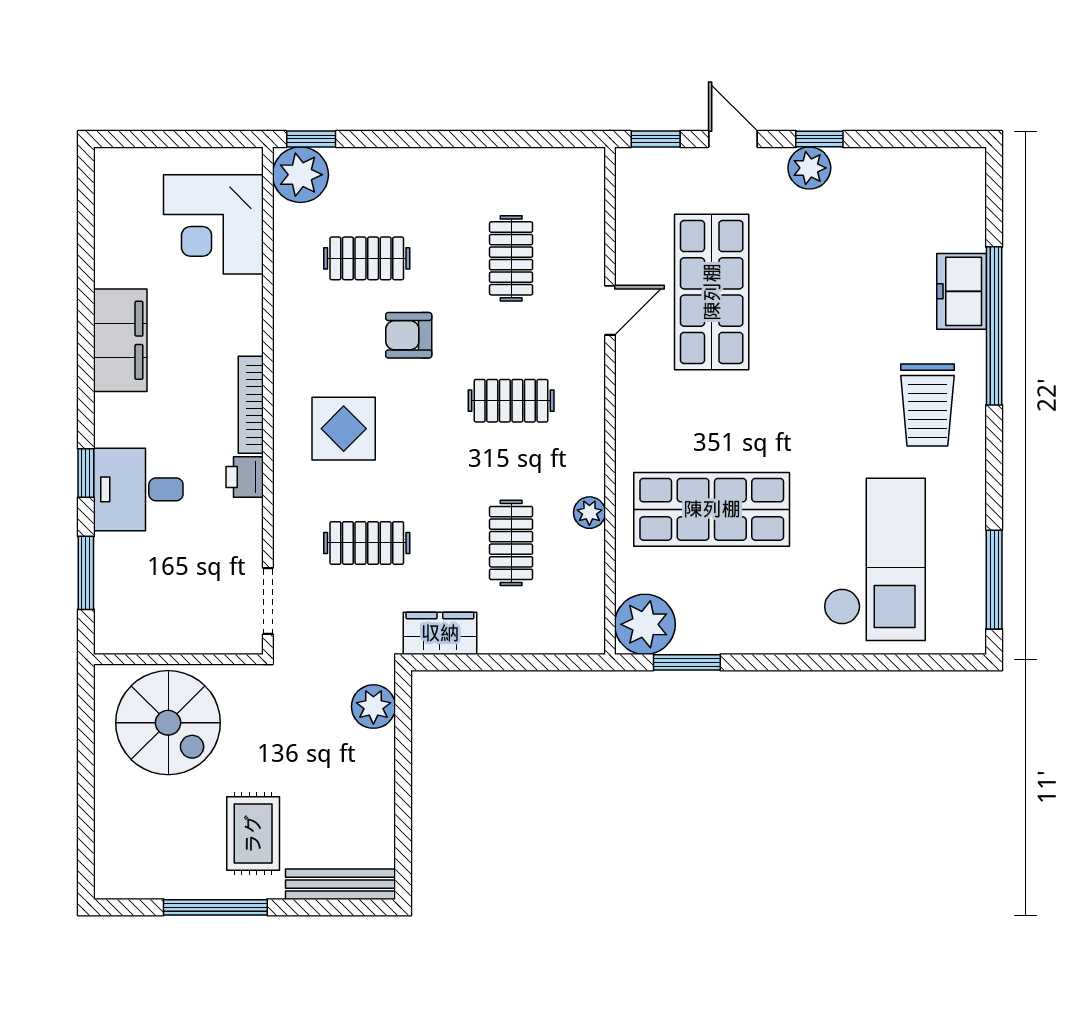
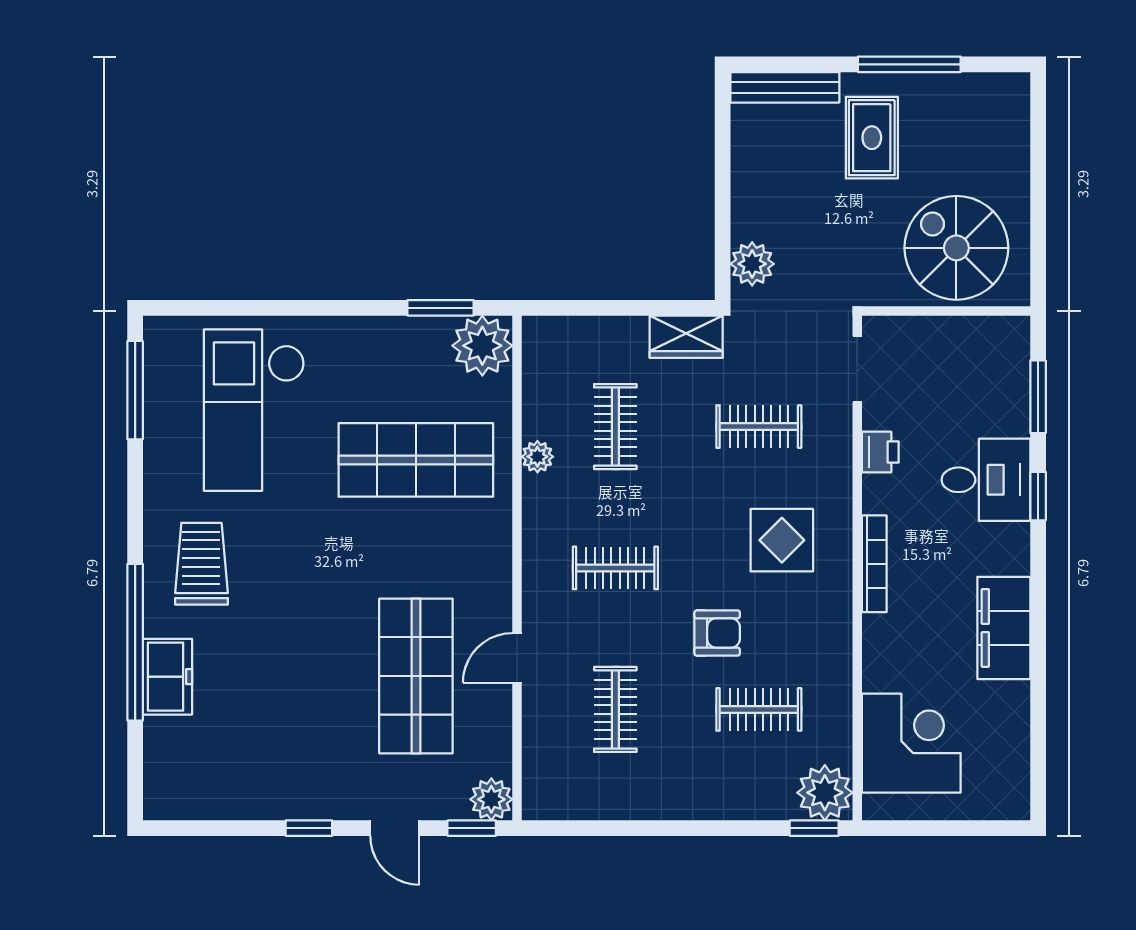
plant: (809, 168) -> (491, 799), moved
printer: (245, 477) -> (880, 452), moved

